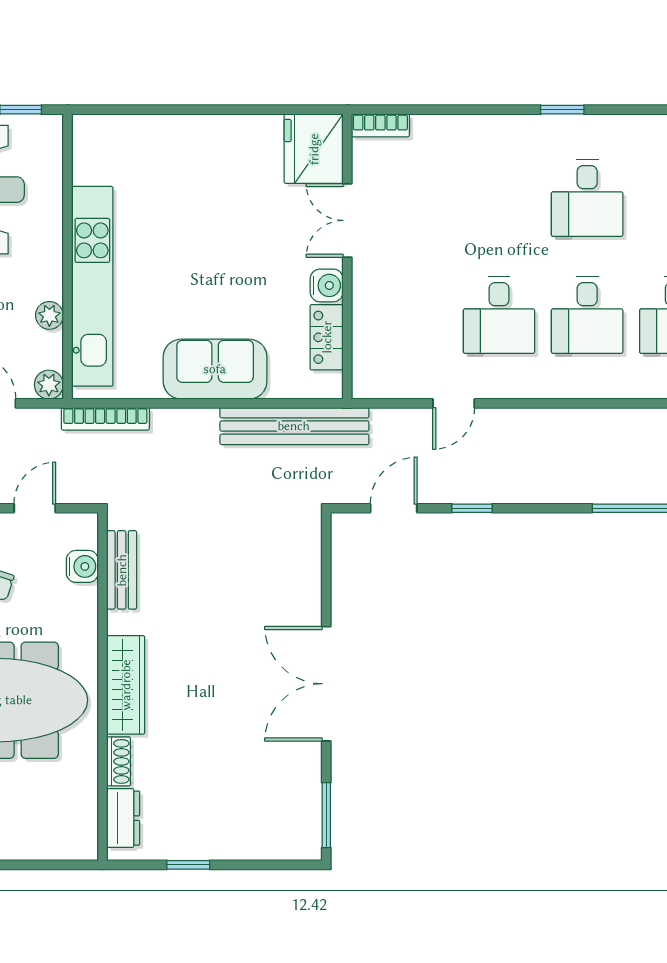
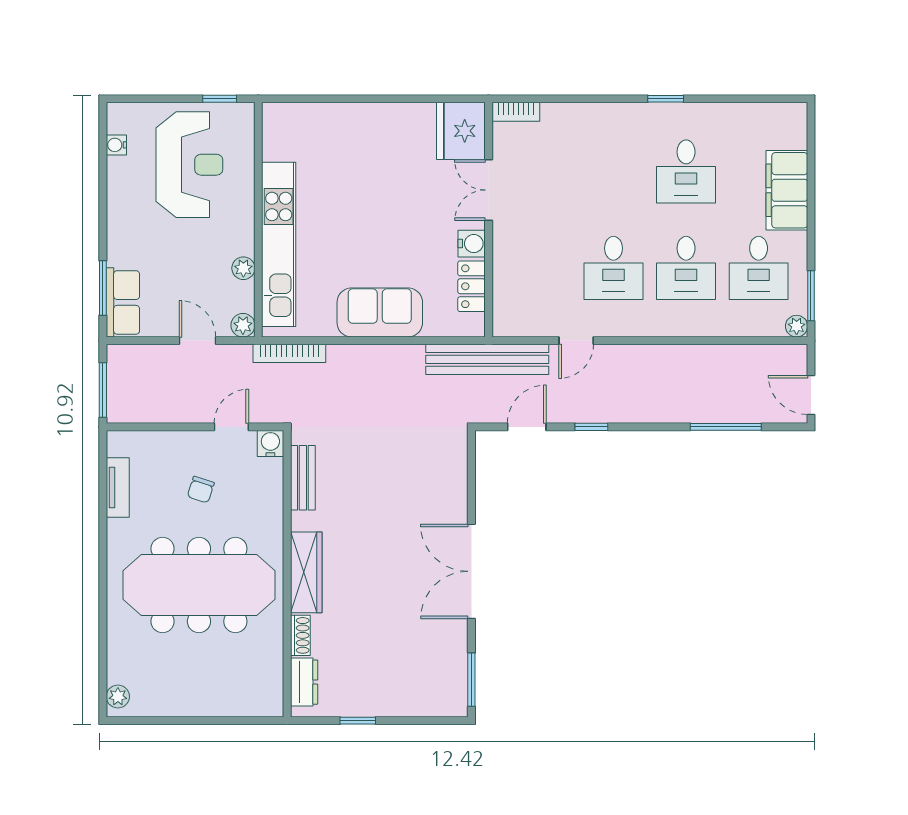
bench: (294, 426) -> (487, 359), moved
water cooler: (82, 566) -> (270, 444), moved, turned -90

